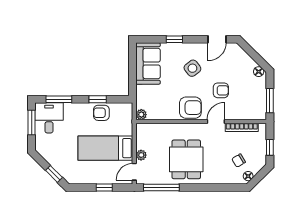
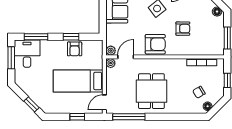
armchair: (101, 113) -> (75, 49), turned -90
door: (216, 122) -> (126, 57), moved
plant: (141, 155) -> (111, 63), moved

